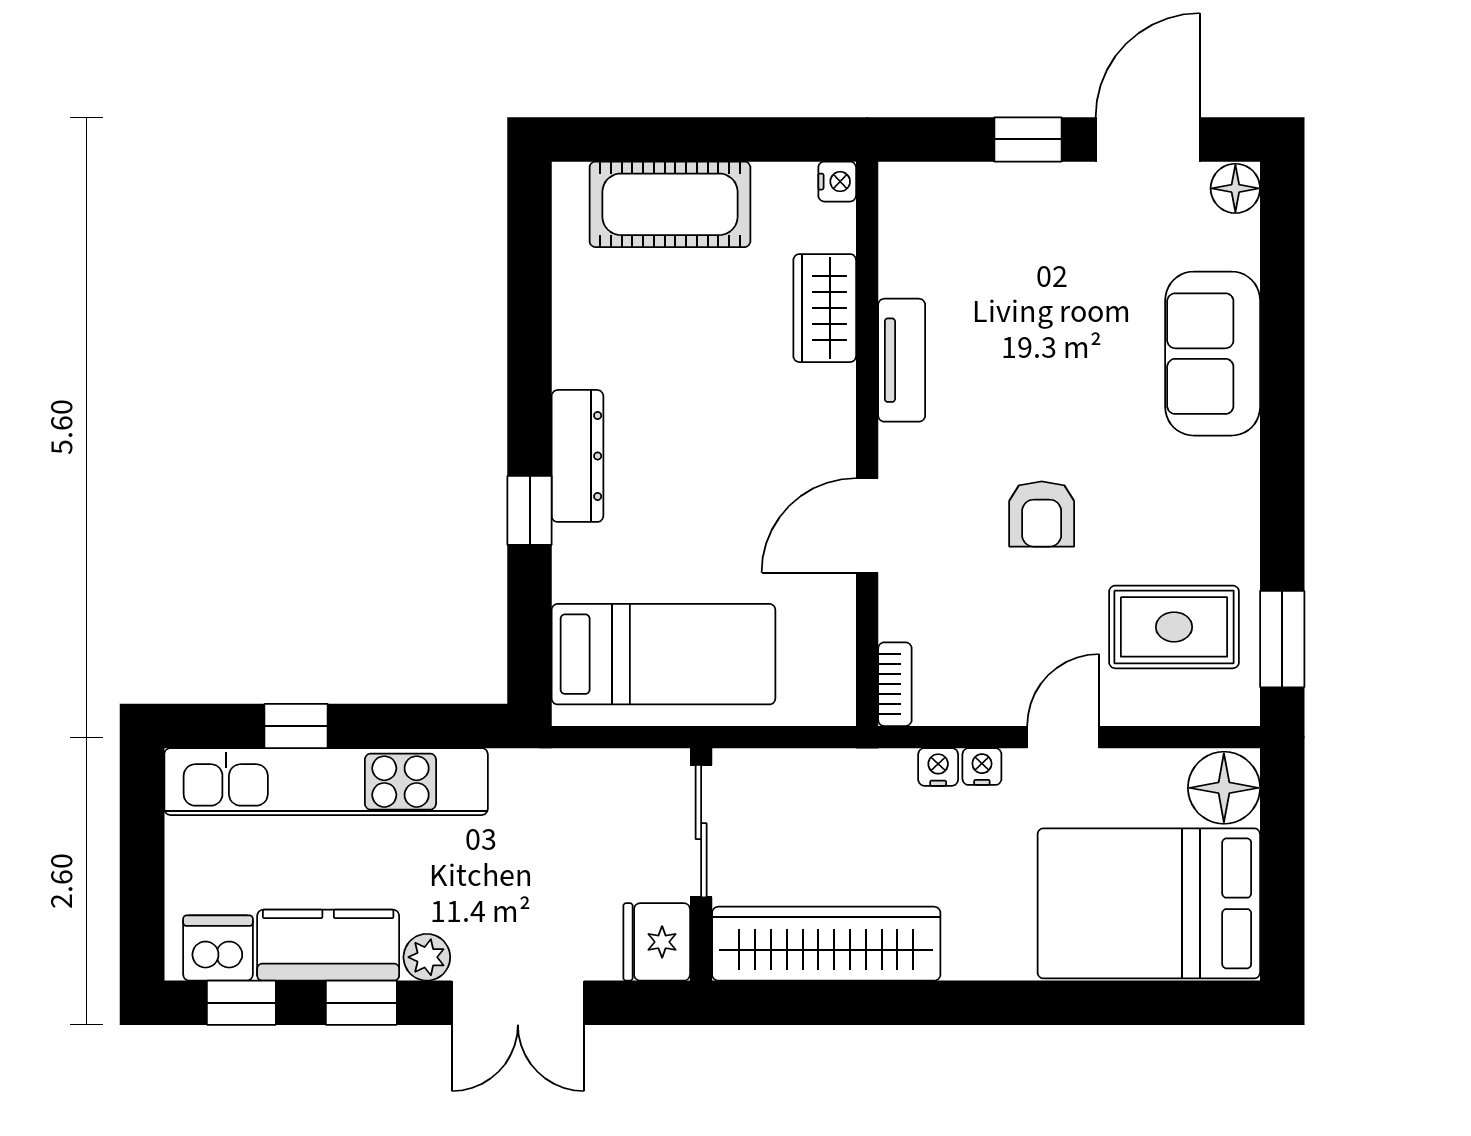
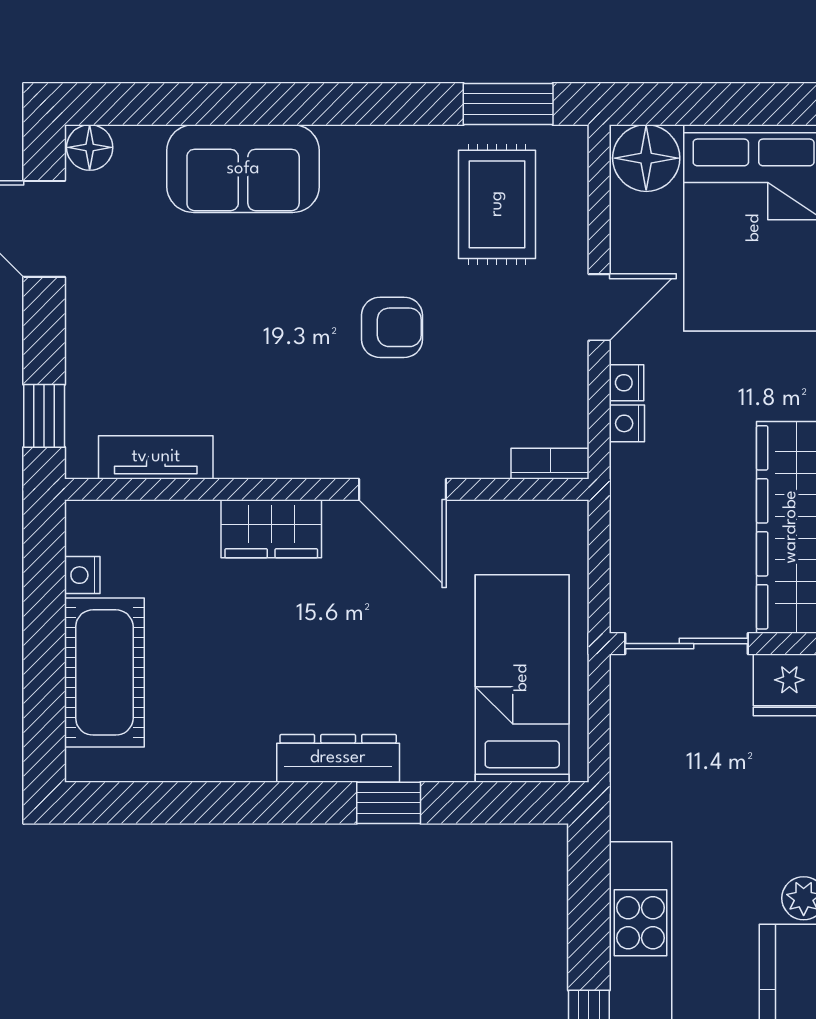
window: (1028, 139) -> (44, 416), moved
nightstand: (837, 182) -> (82, 575), moved, turned -90
wardrobe: (825, 308) -> (271, 529), moved
tv unit: (902, 360) -> (156, 457), moved
door: (1063, 737) -> (599, 307), swing flipped

